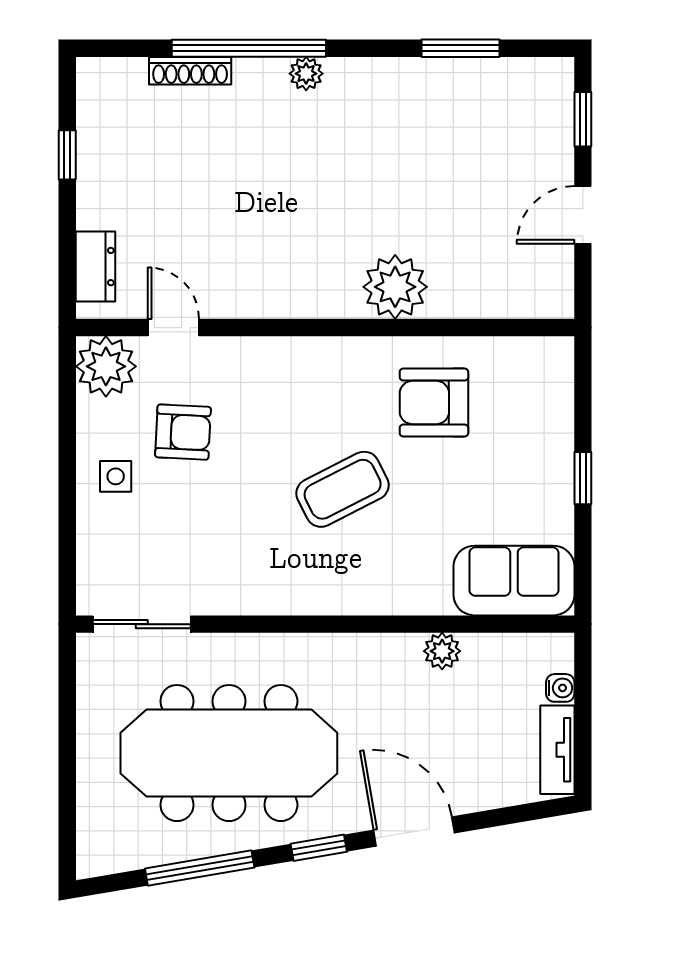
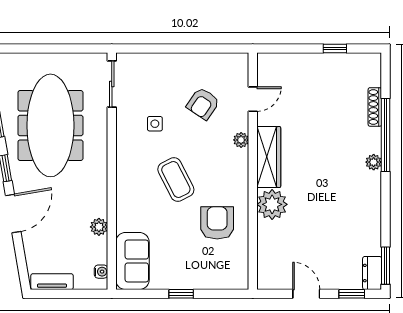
window: (461, 48) -> (386, 266), moved
dresser: (95, 267) -> (372, 273), moved, turned 90
wardrobe: (295, 294) -> (269, 157), added
plant: (106, 366) -> (241, 140), moved, width x0.53, depth x0.53
armchair: (183, 432) -> (203, 104), turned 31
side table: (116, 476) -> (155, 124), moved
water cooler: (560, 688) -> (101, 272), moved, turned -90

